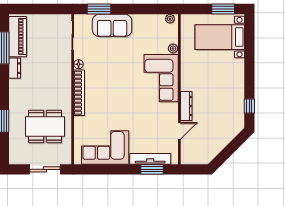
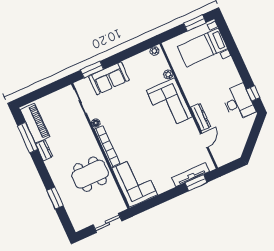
desk: (231, 108) -> (238, 102), added
dining table: (45, 126) -> (90, 174), moved
corner sofa: (105, 148) -> (135, 181), moved, turned 90

